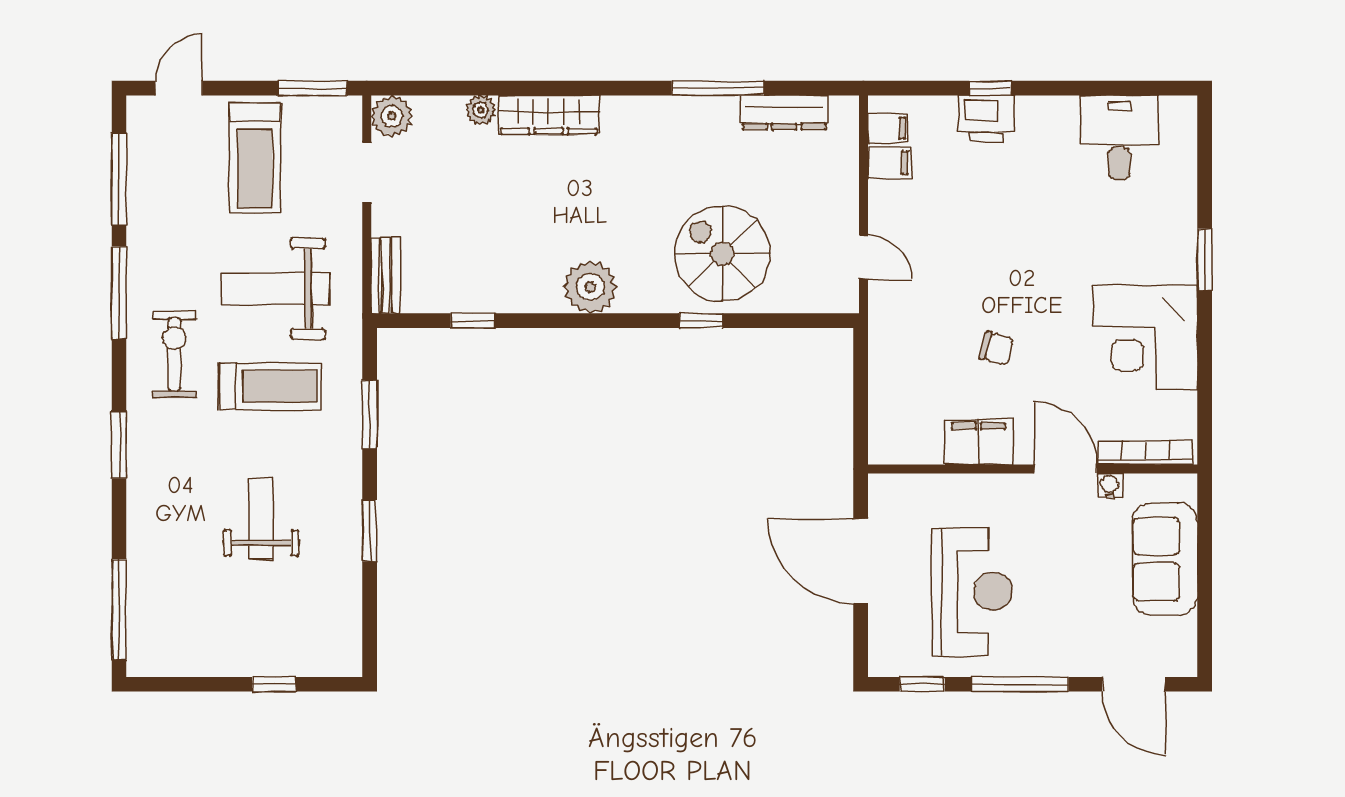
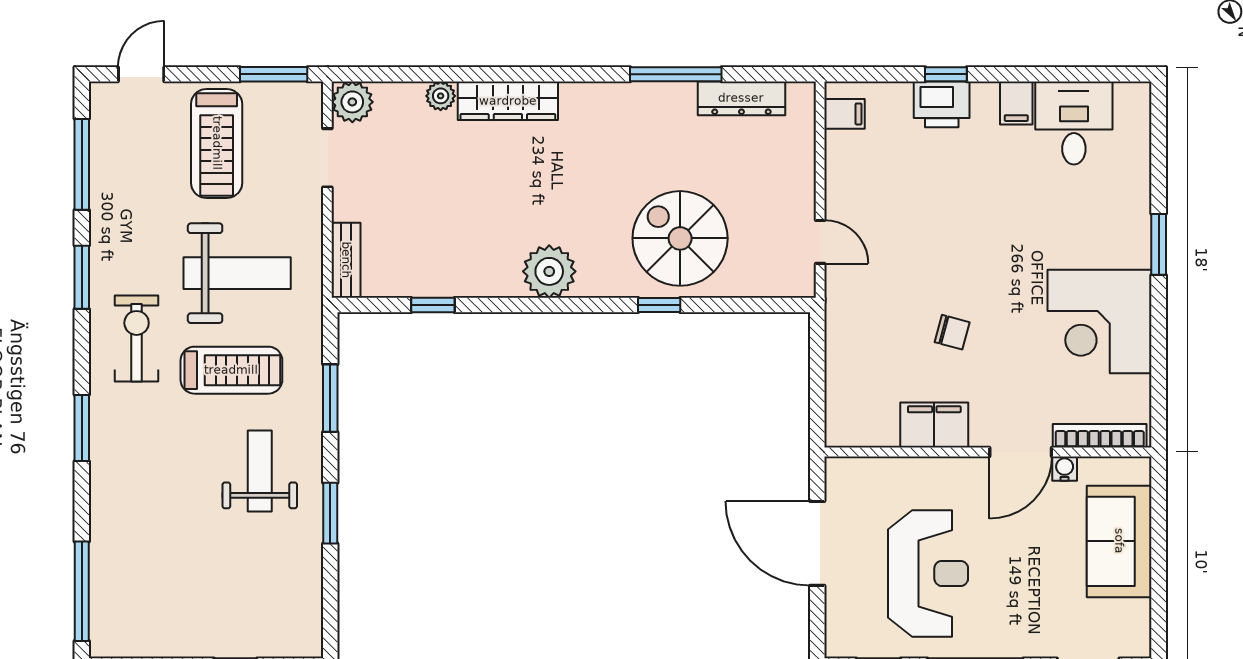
filing cabinet: (889, 163) -> (1016, 103), moved, turned 90
weight bench: (276, 289) -> (237, 273), turned 180
window: (119, 293) -> (82, 277), width x0.69
door: (1066, 469) -> (1021, 452), swing flipped
weight bench: (261, 518) -> (260, 471), moved

